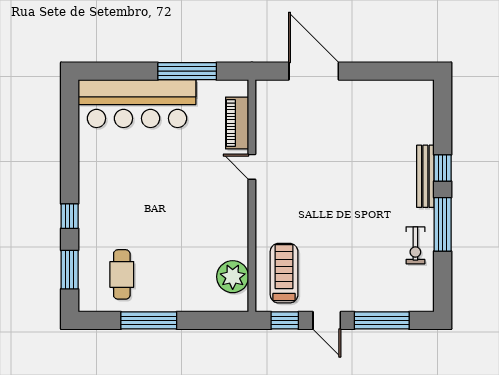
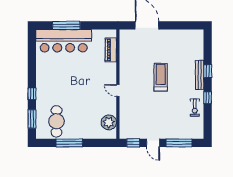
window: (187, 71) -> (66, 25), moved
door: (252, 167) -> (118, 90), moved
window: (443, 224) -> (208, 98), width x0.46
treadmill: (284, 273) -> (161, 77), moved
cafe table: (122, 274) -> (57, 121), width x1.37, depth x1.35

